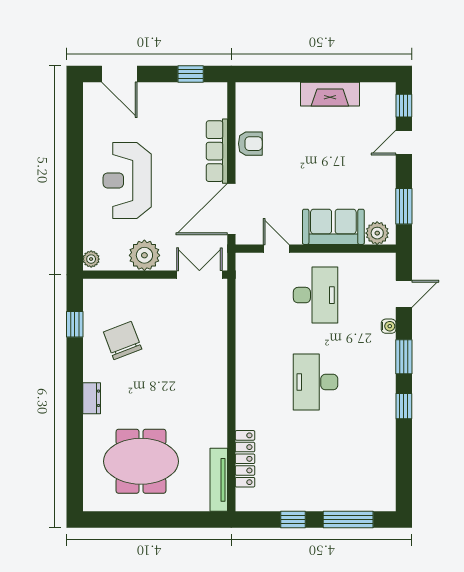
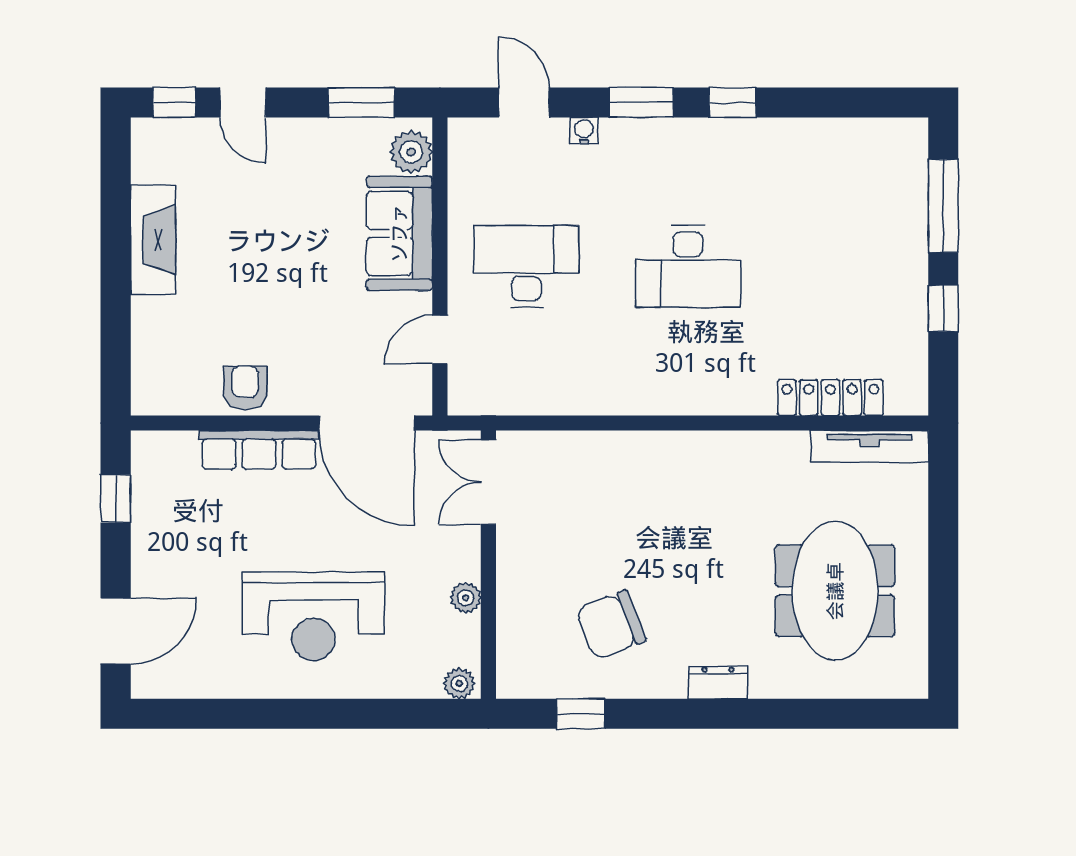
plant: (144, 255) -> (466, 598), width x0.53, depth x0.53

